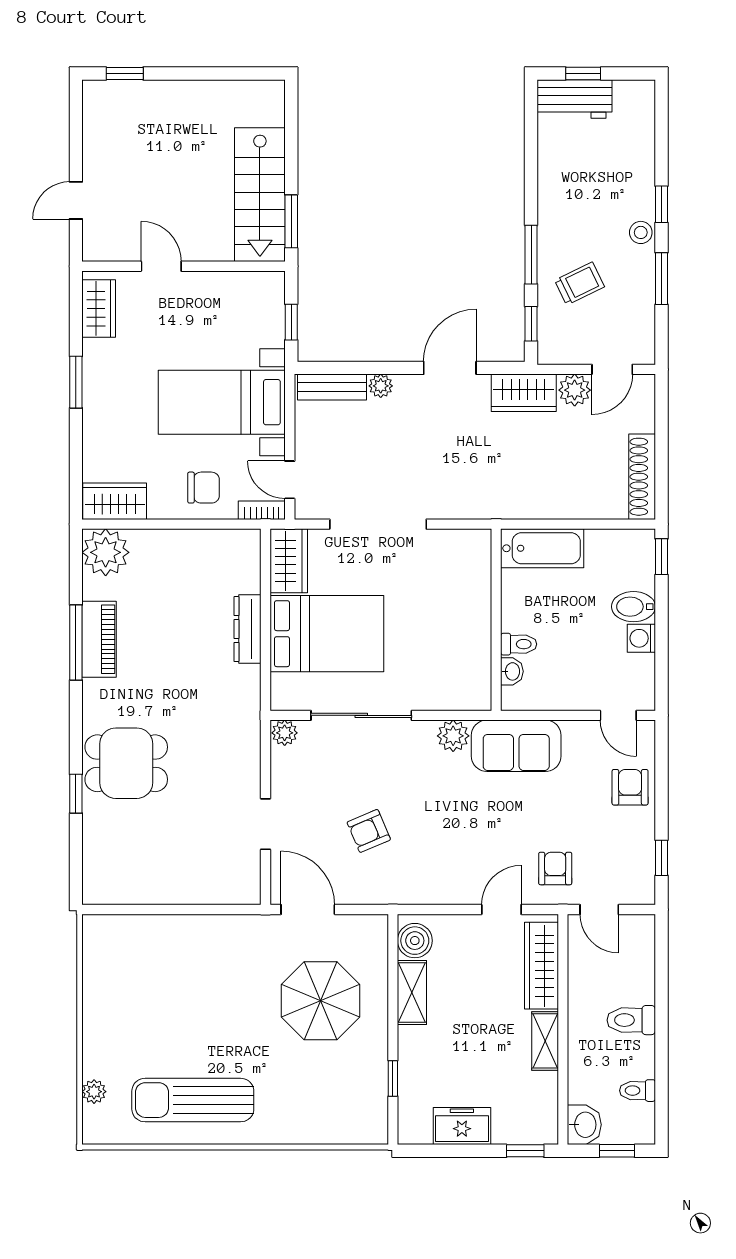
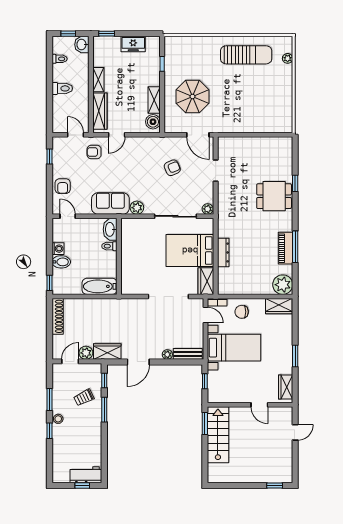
washbasin: (512, 671) -> (110, 229), width x1.91, depth x1.45
armchair: (555, 868) -> (94, 152), turned 90

